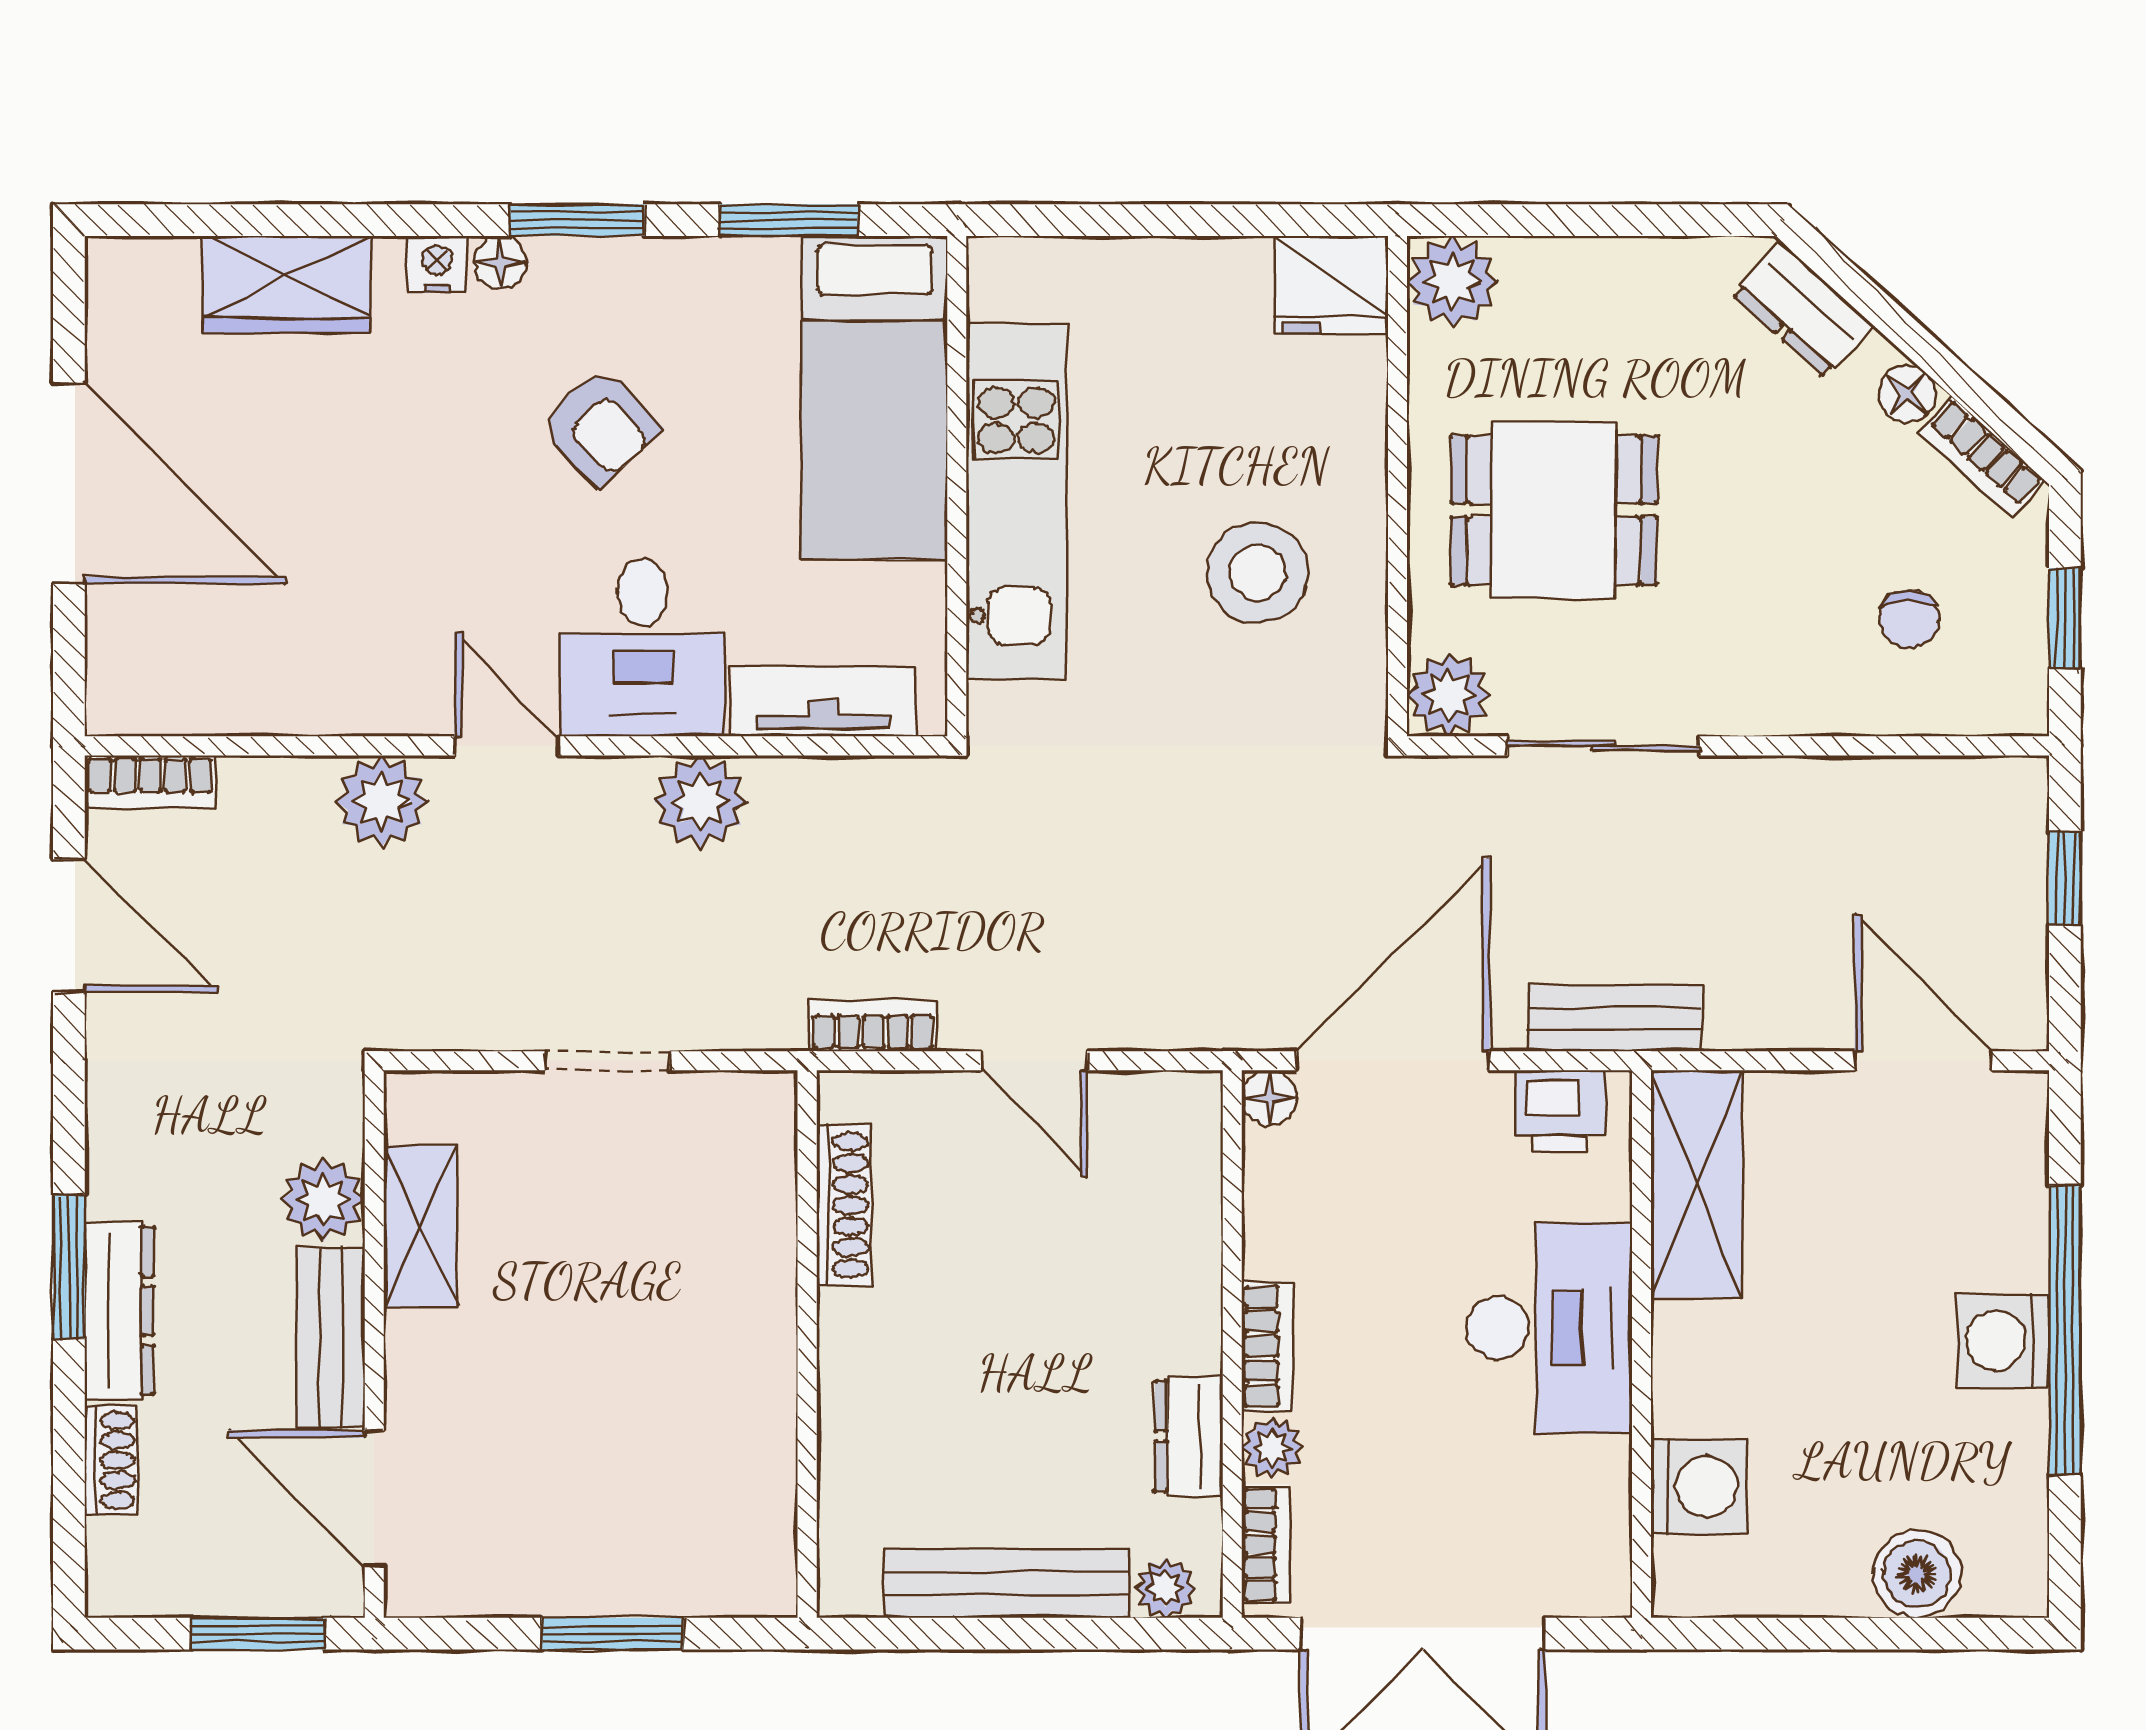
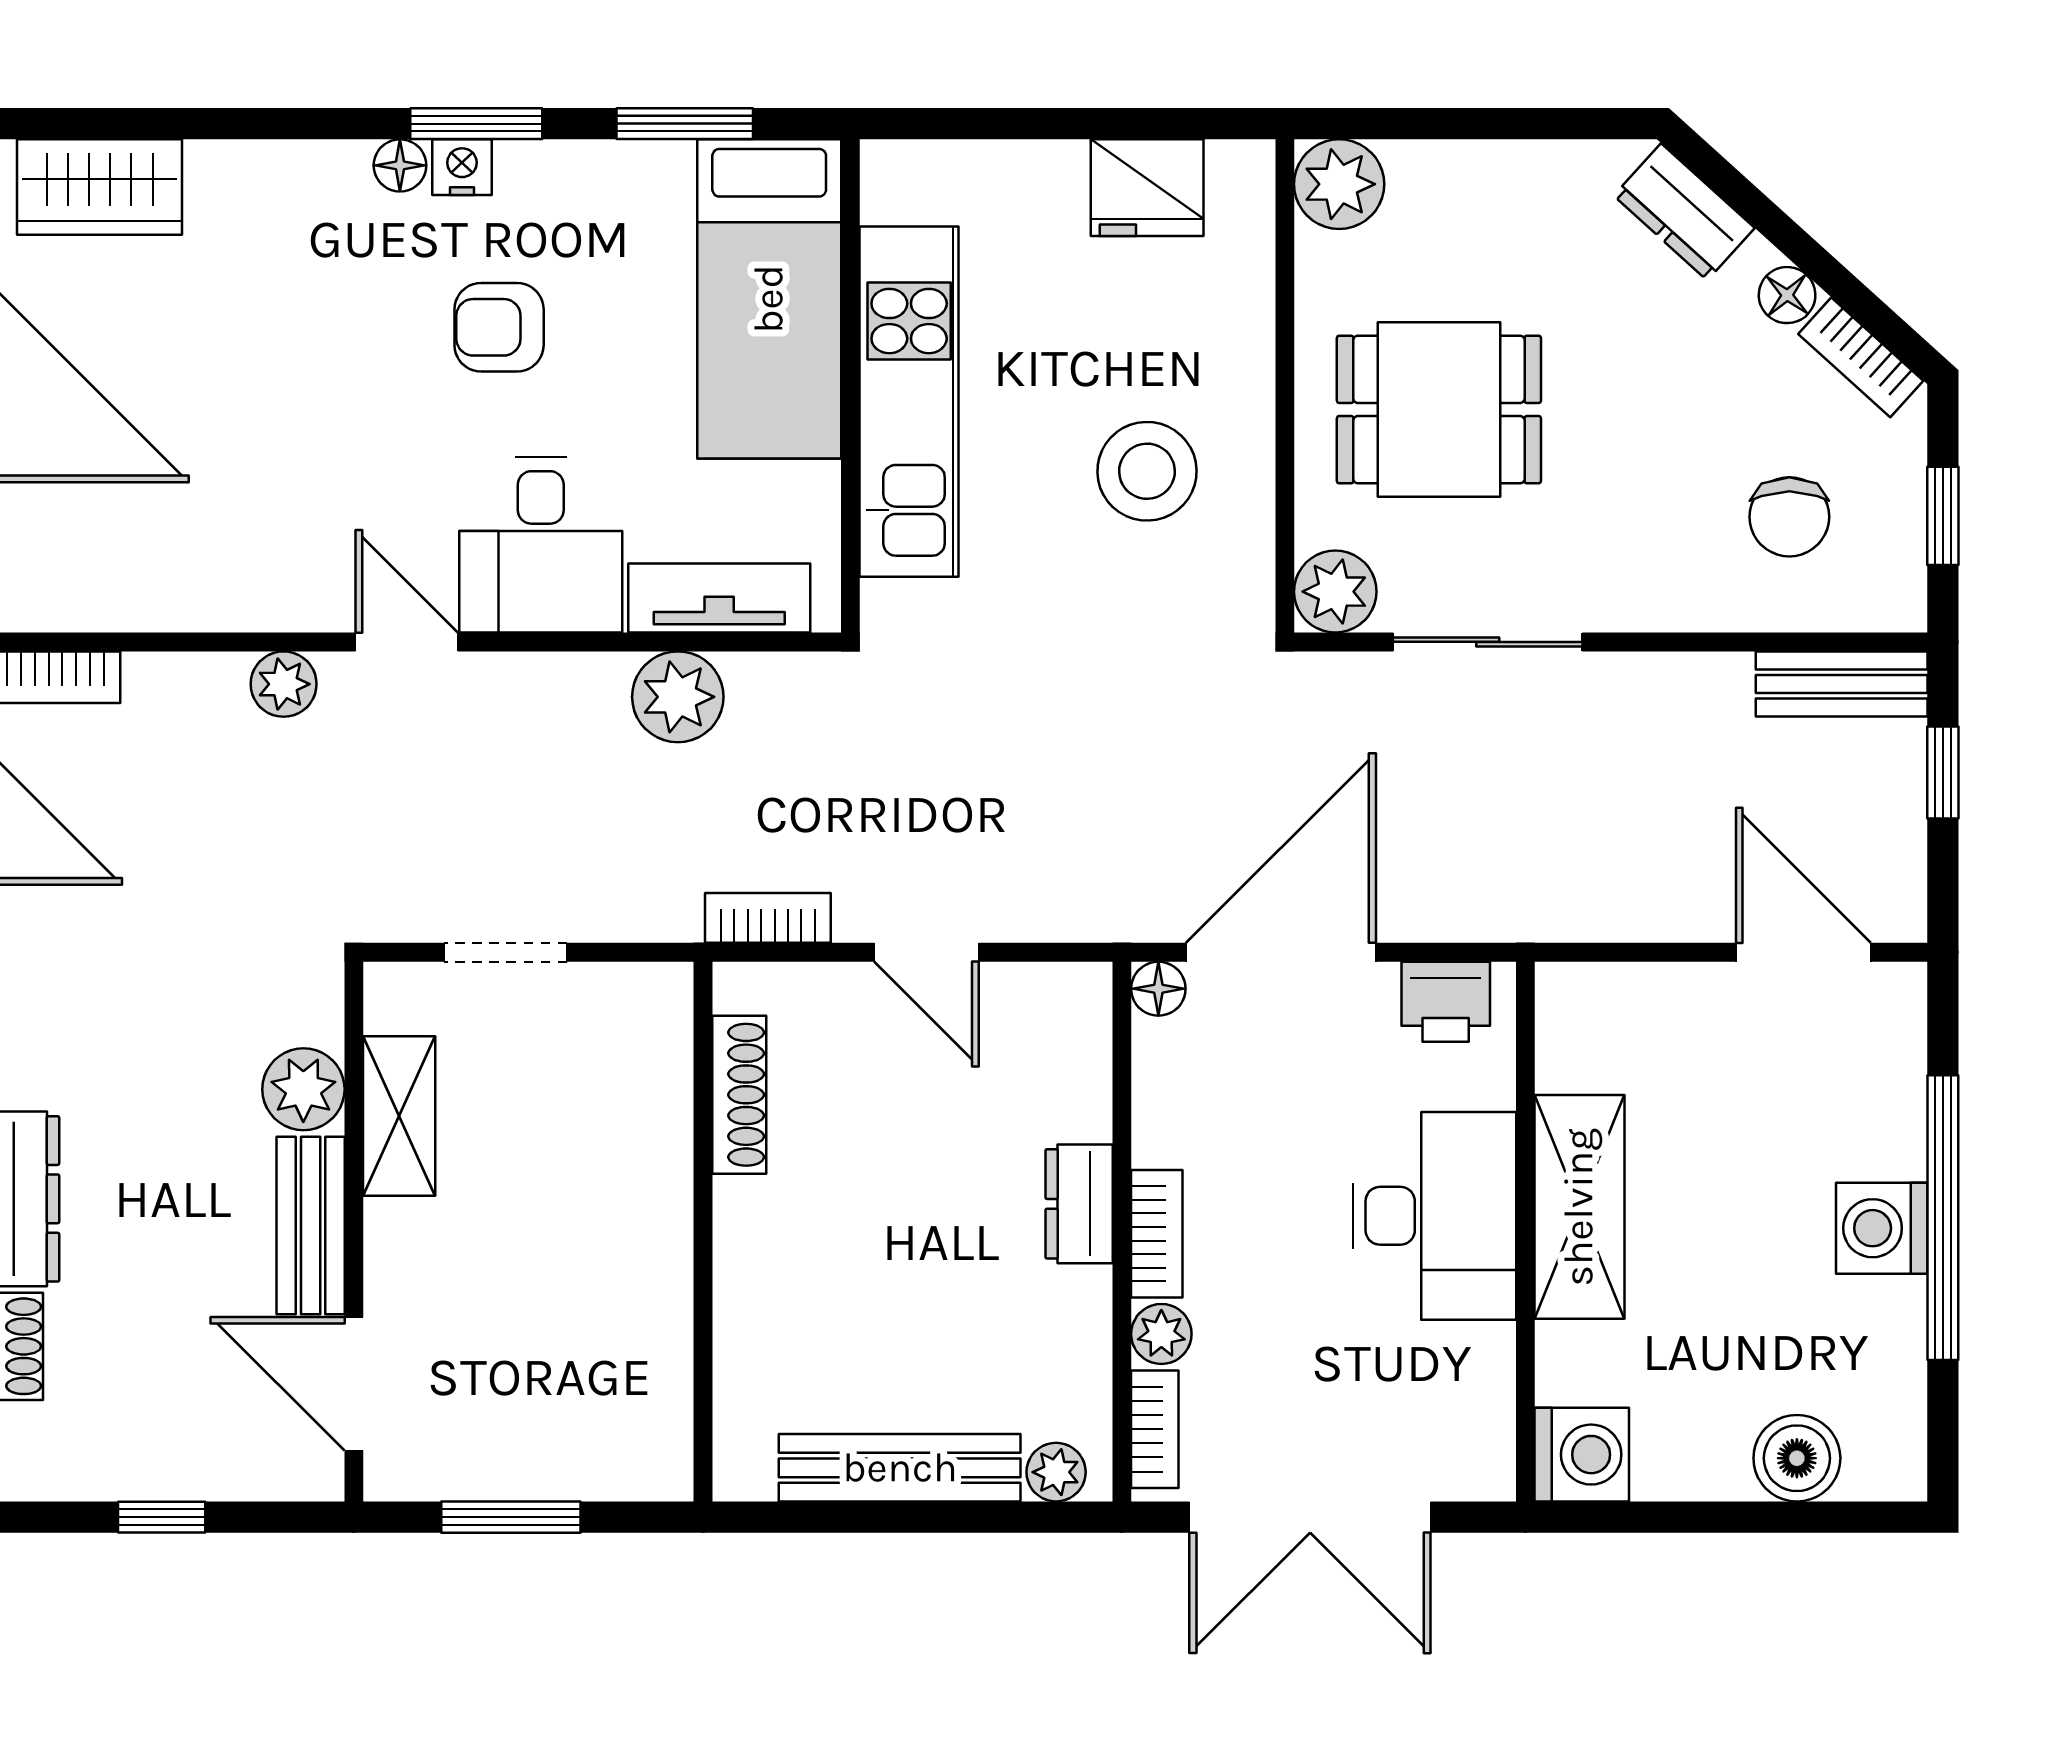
nightstand: (437, 264) -> (462, 167), moved
wardrobe: (287, 284) -> (100, 187), moved
fridge: (1331, 285) -> (1147, 188), moved
armchair: (600, 427) -> (499, 327), turned 133
chair: (1909, 619) -> (1789, 517), width x1.37, depth x1.37
plant: (382, 801) -> (284, 684), width x0.73, depth x0.73
plant: (701, 802) -> (678, 697), moved
bench: (1615, 1018) -> (1842, 684), moved
shelving: (1696, 1184) -> (1579, 1207), moved
plant: (323, 1200) -> (303, 1089), moved
shelving: (420, 1227) -> (399, 1116), moved
bench: (330, 1338) -> (311, 1225), moved
wall: (374, 1344) -> (354, 1232), moved
dresser: (1189, 1436) -> (1079, 1204), moved
washing machine: (1699, 1487) -> (1582, 1455), moved
door: (374, 1498) -> (354, 1384), moved
window: (258, 1634) -> (162, 1517), width x0.67

